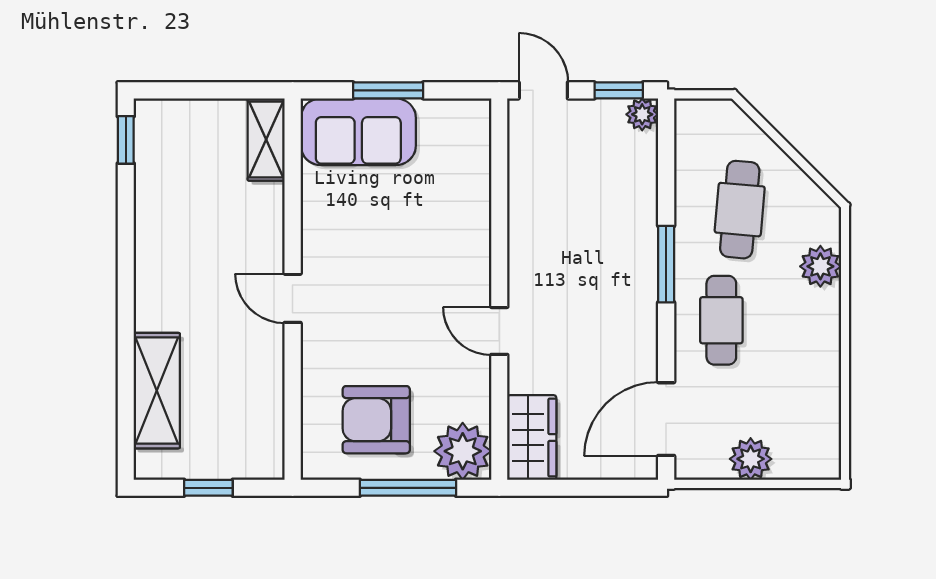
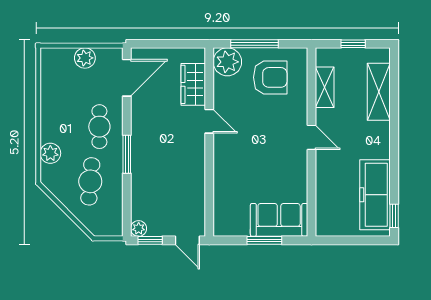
shelving: (266, 139) -> (325, 87), moved
freezer: (164, 183) -> (375, 195), added
wardrobe: (532, 438) -> (193, 84), moved

